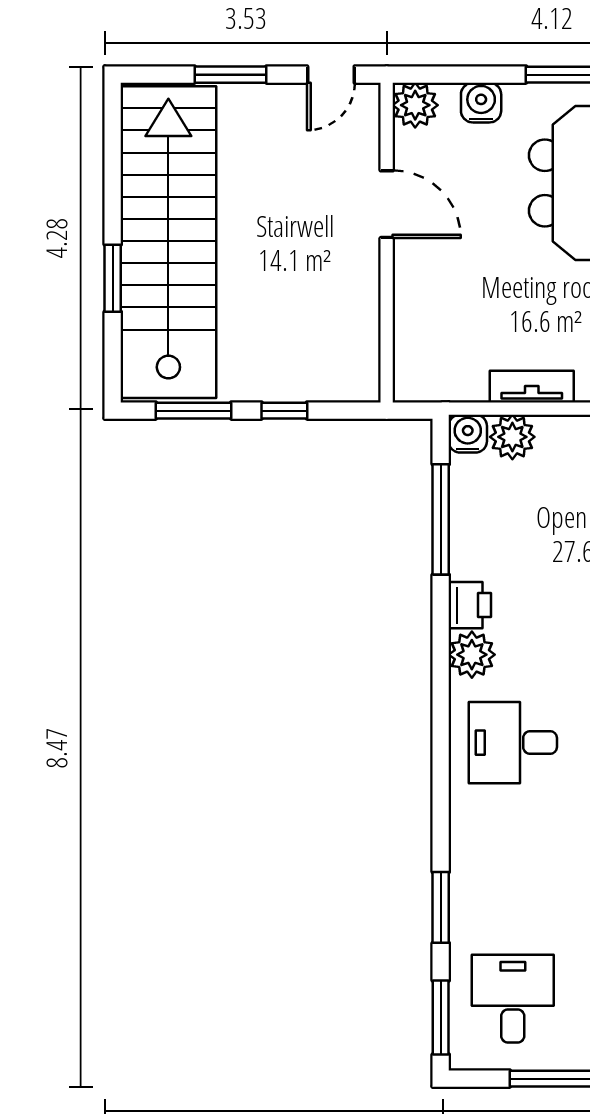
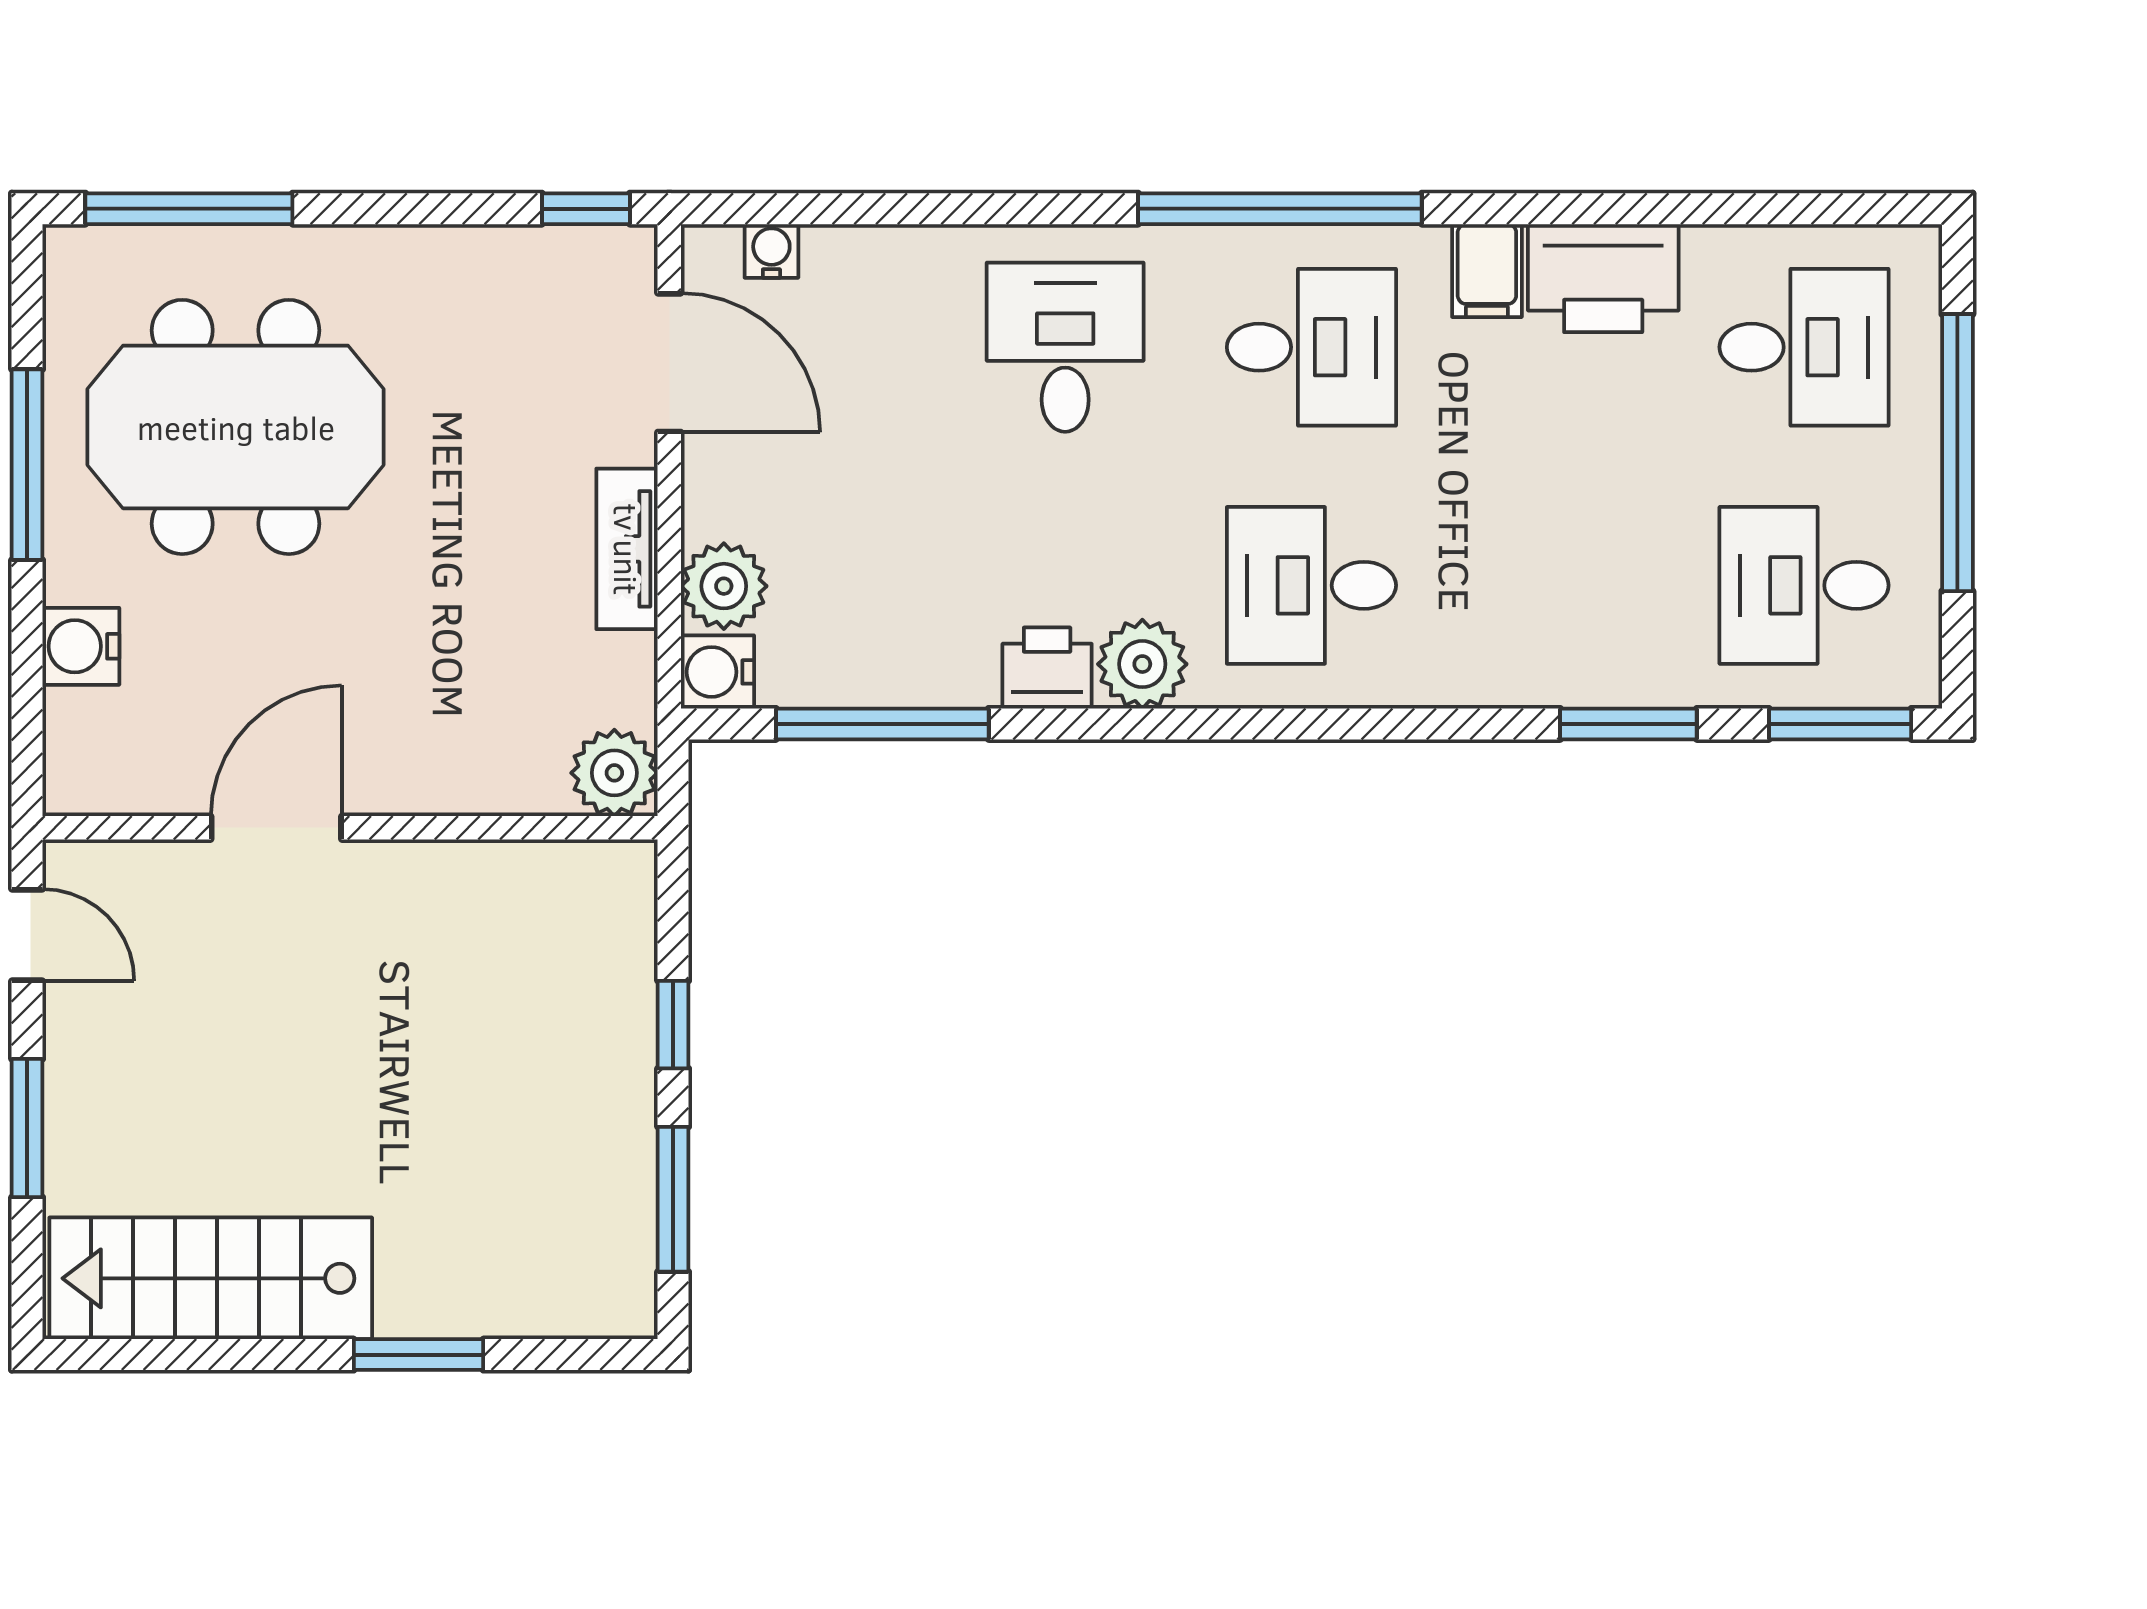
plant: (415, 105) -> (614, 773), moved
stairs: (168, 242) -> (211, 1278), width x0.54, depth x0.66
desk: (513, 743) -> (1311, 585), turned 90

